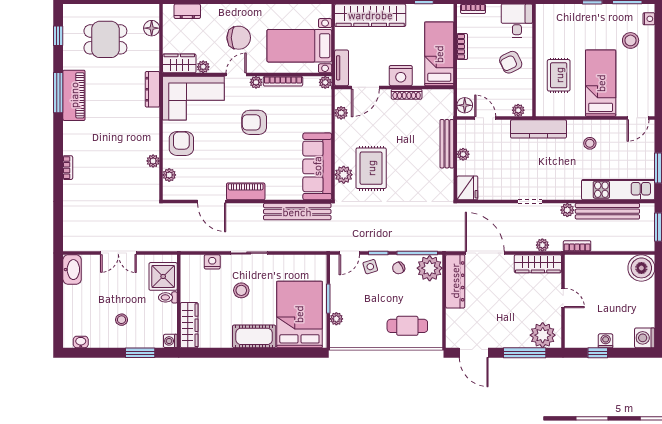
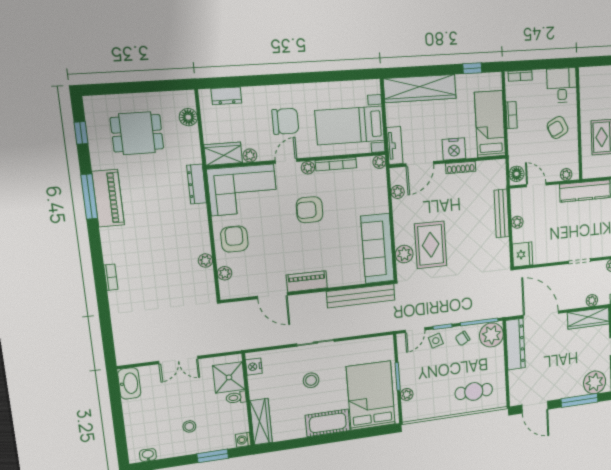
nightstand: (212, 262) -> (254, 367), moved, turned -90

